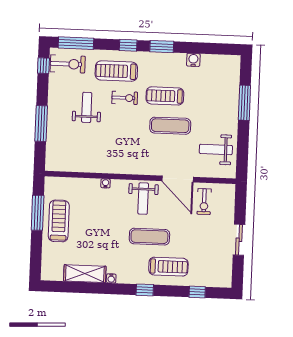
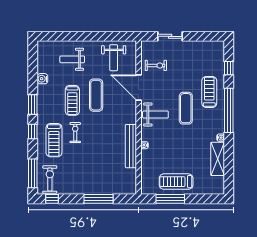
window: (244, 103) -> (75, 36), removed
weight bench: (87, 107) -> (72, 59), moved
bench: (105, 166) -> (131, 146), added
door: (178, 179) -> (139, 87), swing flipped
sliding door: (239, 240) -> (170, 36), moved
window: (145, 290) -> (229, 110), width x3.17

